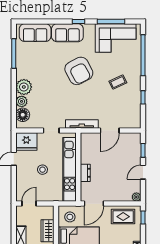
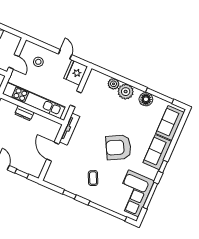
floor lamp: (23, 115) -> (146, 99), moved
stool: (42, 170) -> (38, 62), moved
door: (29, 204) -> (14, 62), moved

